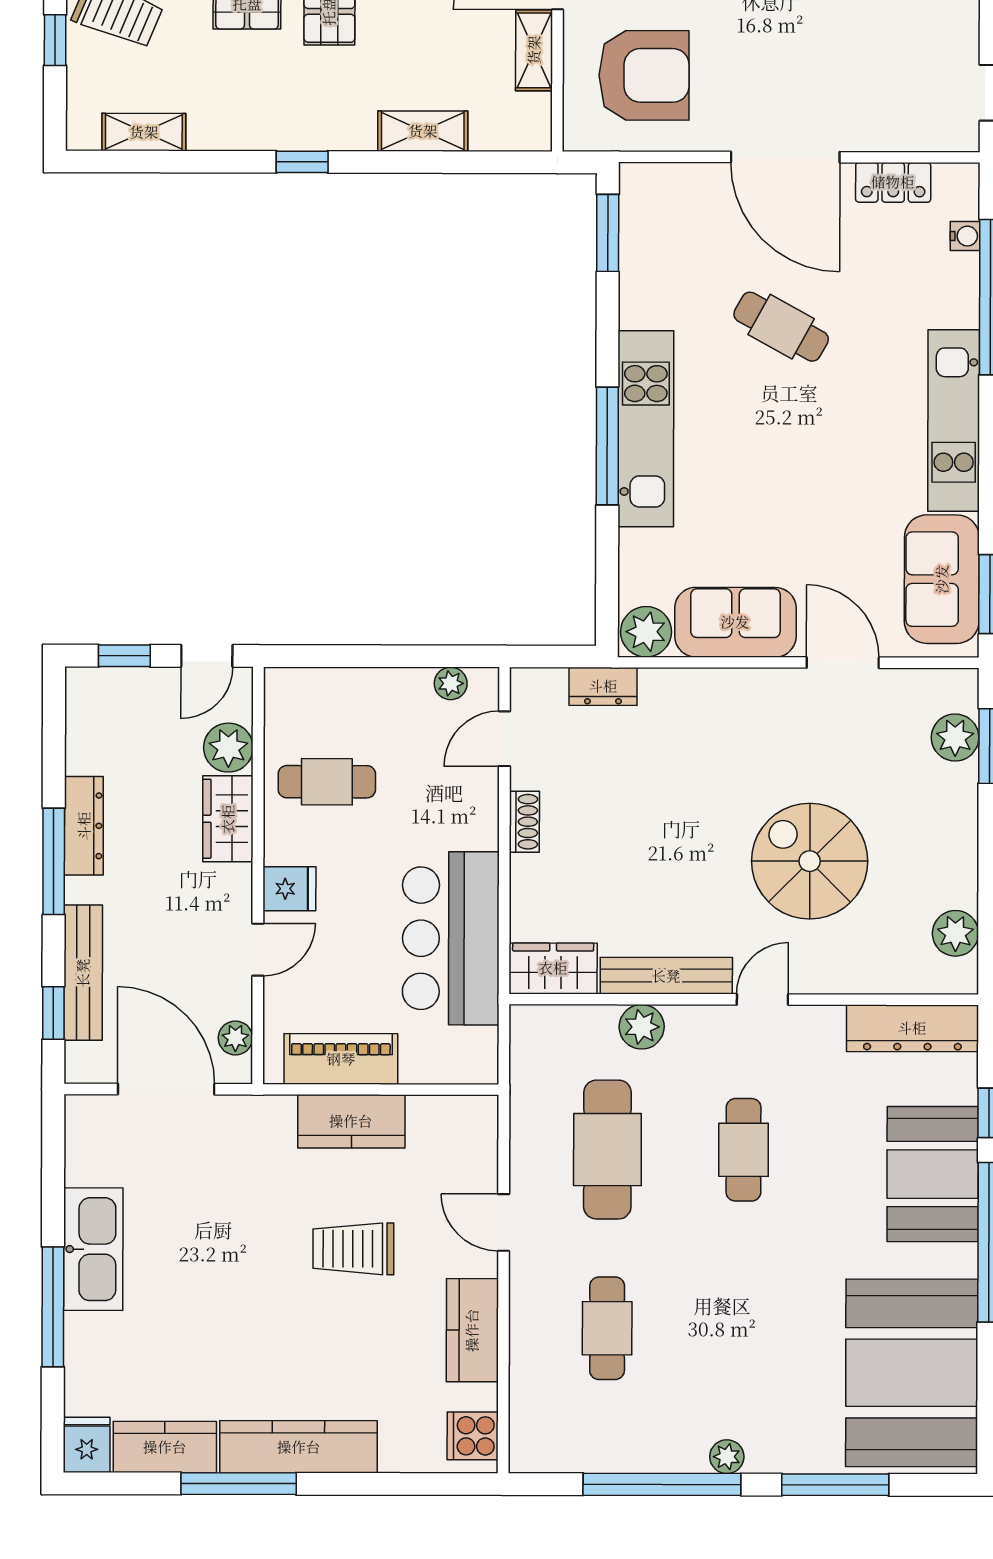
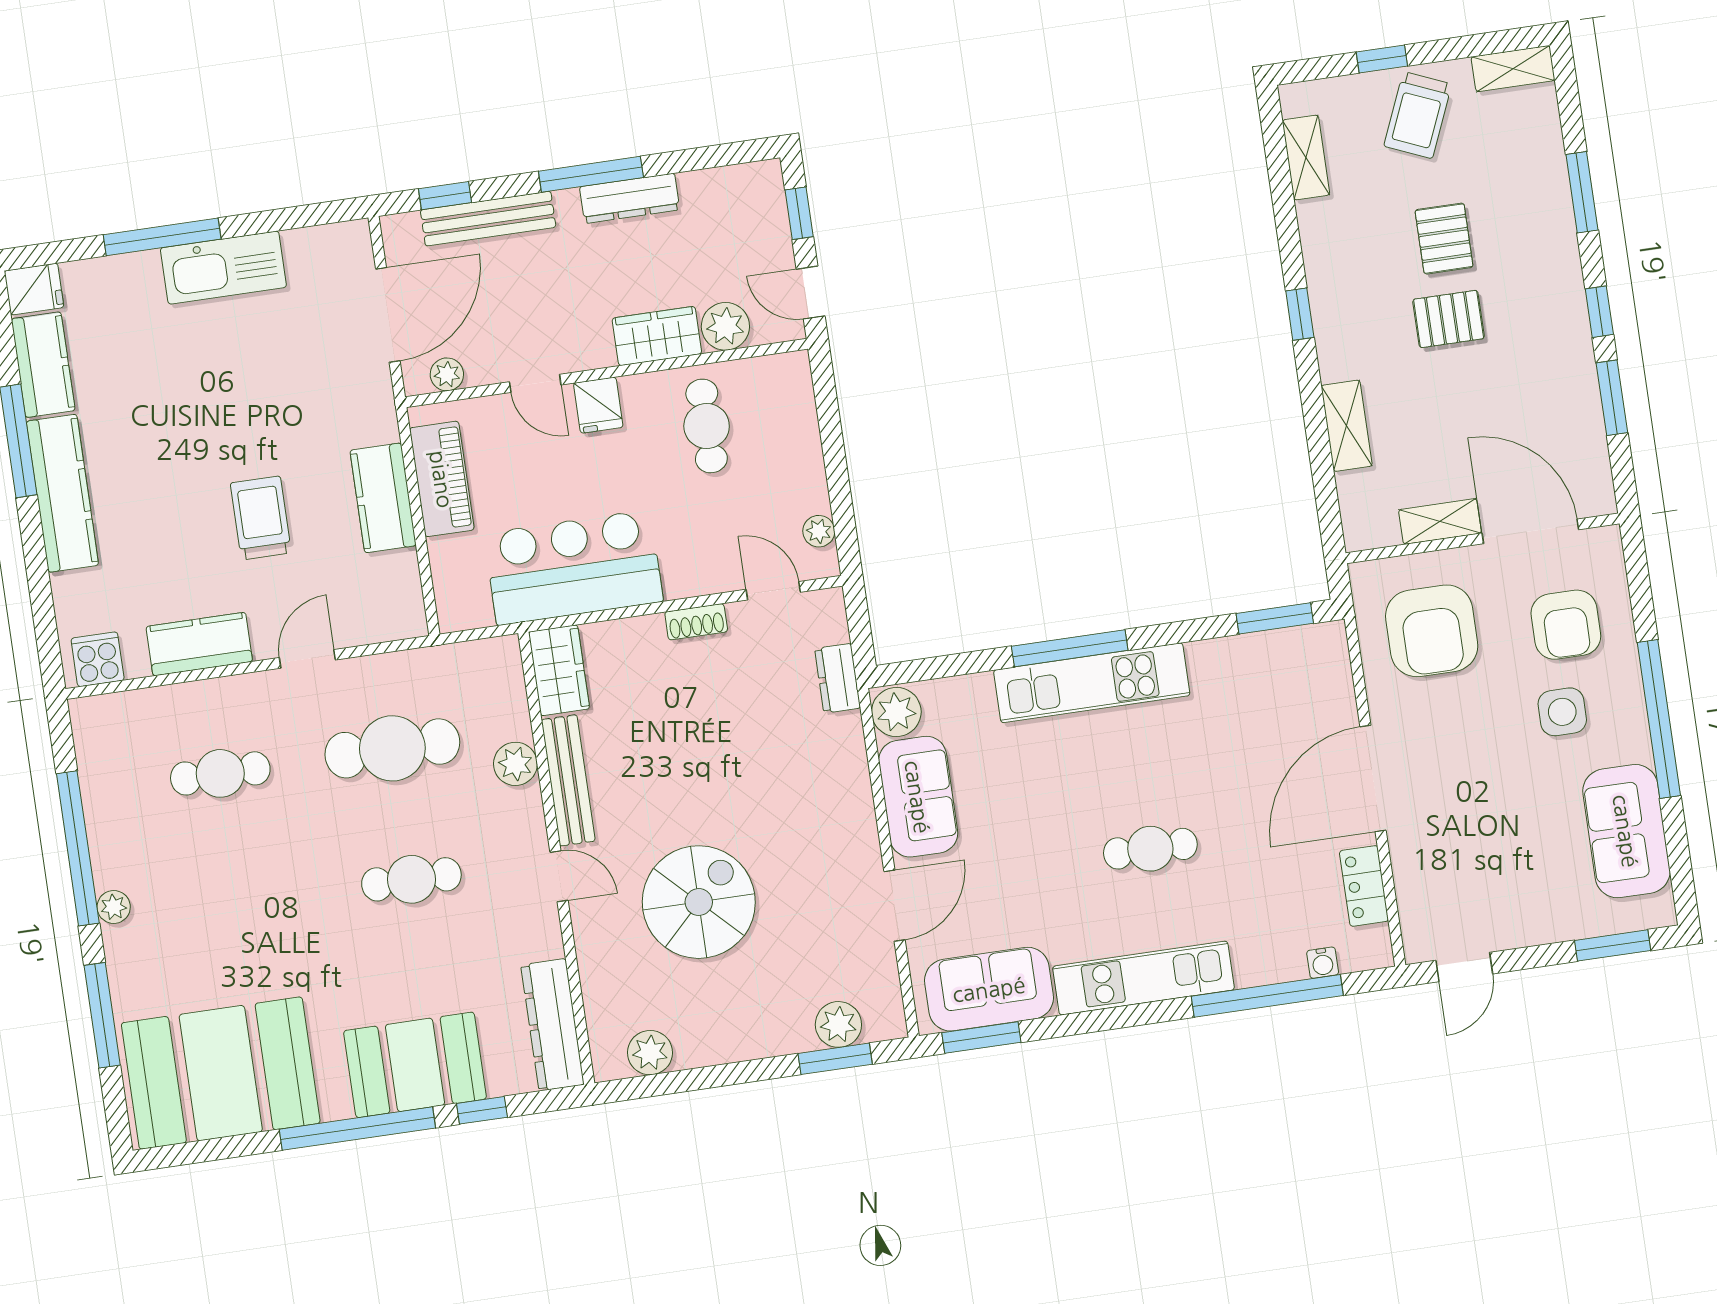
cafe table: (781, 327) -> (1150, 849), moved, turned 61

